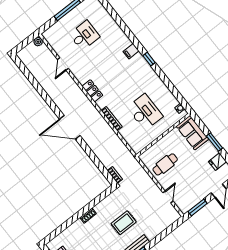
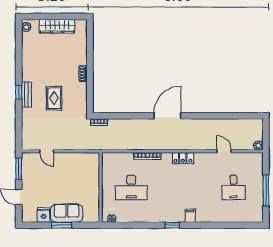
sofa: (192, 133) -> (67, 213), moved
cafe table: (165, 164) -> (75, 170), removed

